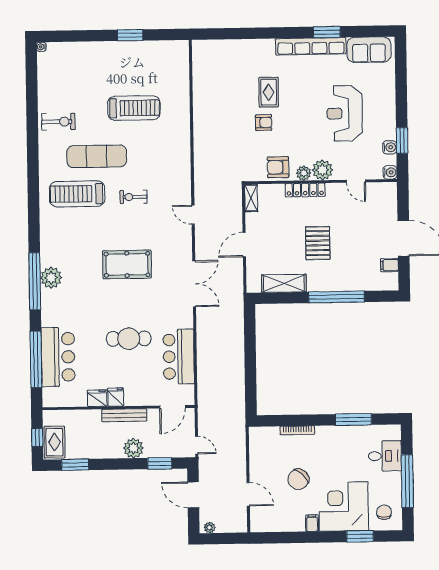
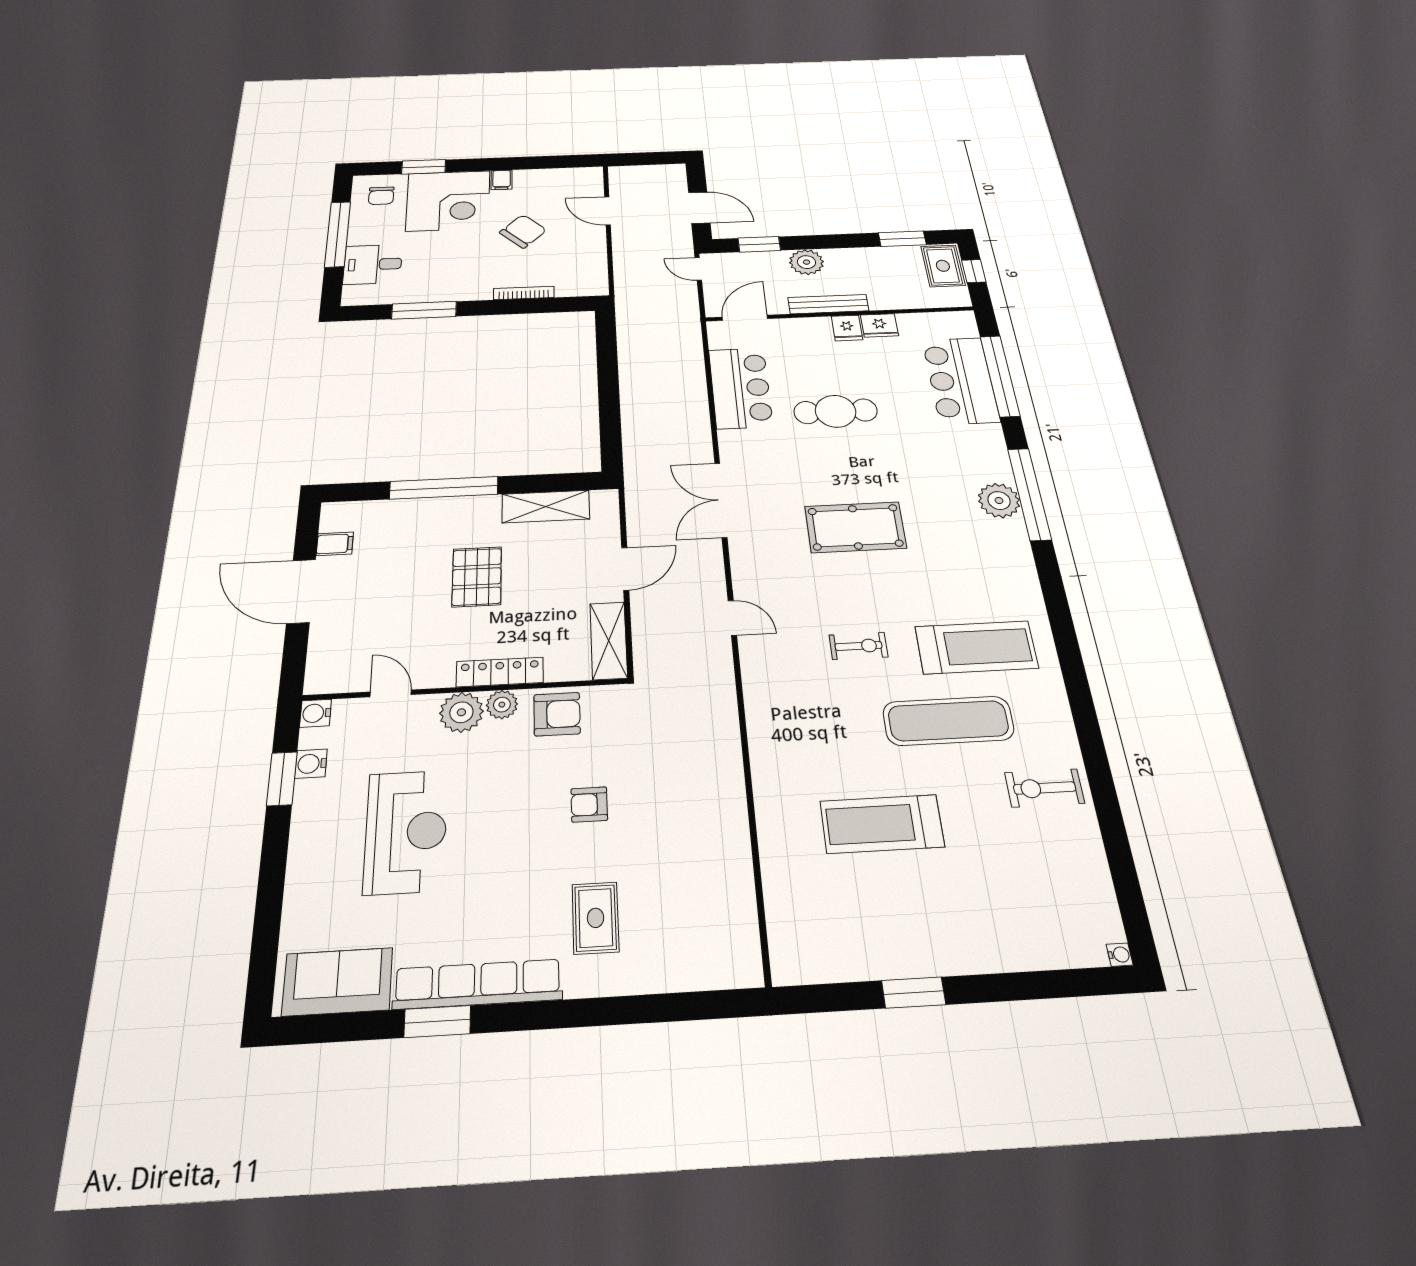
rug: (269, 92) -> (596, 918), moved
shelving: (251, 198) -> (609, 640), width x1.50, depth x1.33
plant: (210, 528) -> (670, 170), removed

